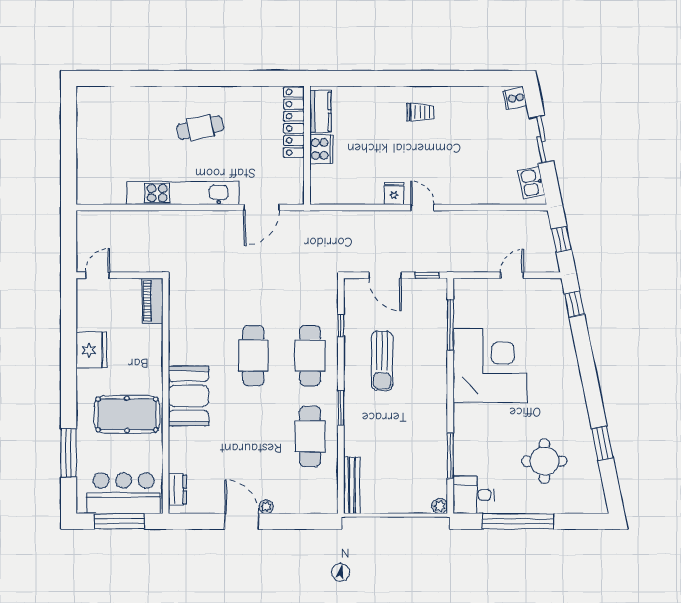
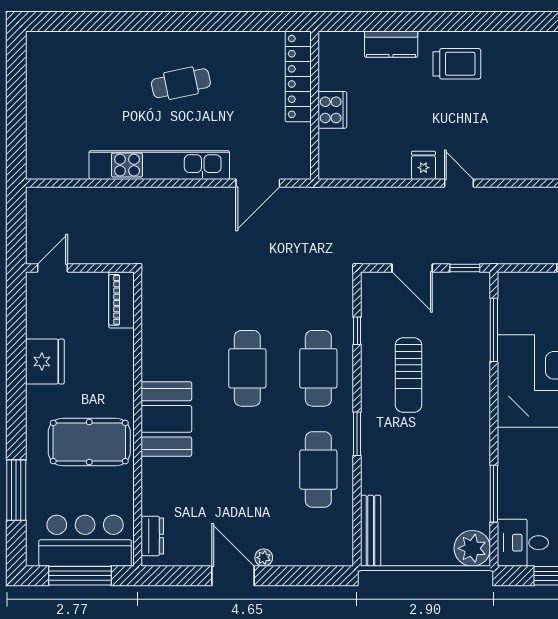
kitchen counter: (320, 112) -> (391, 44), moved, turned 90
trolley: (421, 112) -> (457, 64), width x1.36, depth x1.39
plant: (440, 506) -> (472, 548), width x1.88, depth x1.88

